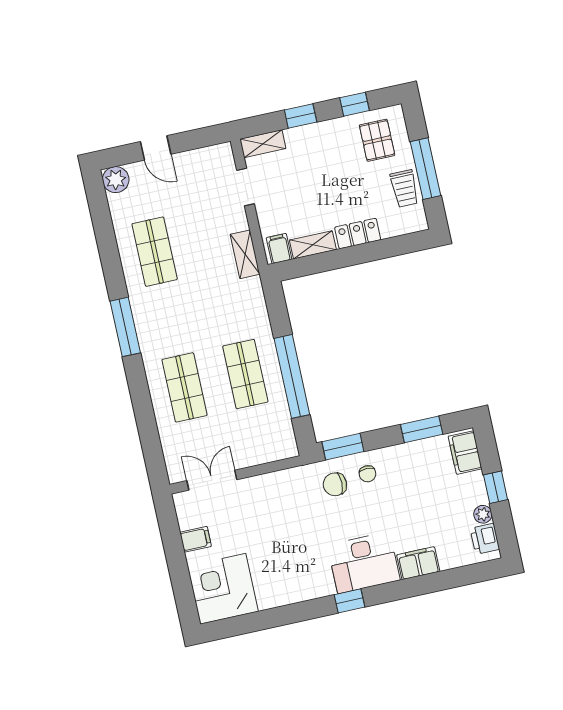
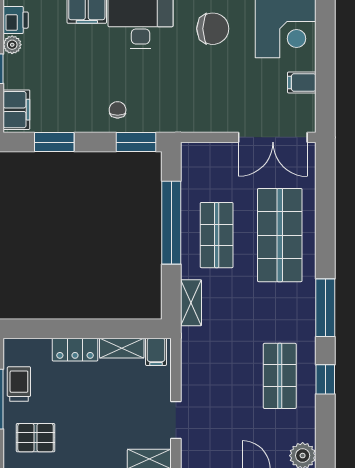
pallet: (377, 140) -> (36, 438), turned 90
shelving: (245, 254) -> (191, 303), moved
window: (110, 258) -> (325, 379), added
shop shelf: (184, 387) -> (280, 235), width x1.43, depth x1.36
double door: (212, 480) -> (273, 137), width x1.37
chair: (335, 484) -> (213, 29), moved, width x1.37, depth x1.37

